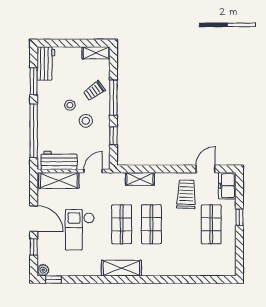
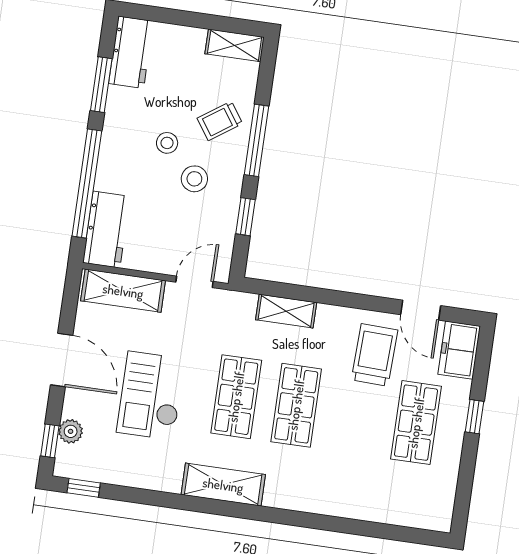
workbench: (59, 160) -> (106, 230), moved, turned 90
door: (206, 169) -> (421, 310), swing flipped
window: (34, 247) -> (50, 441), moved
plant: (43, 270) -> (71, 431), moved

